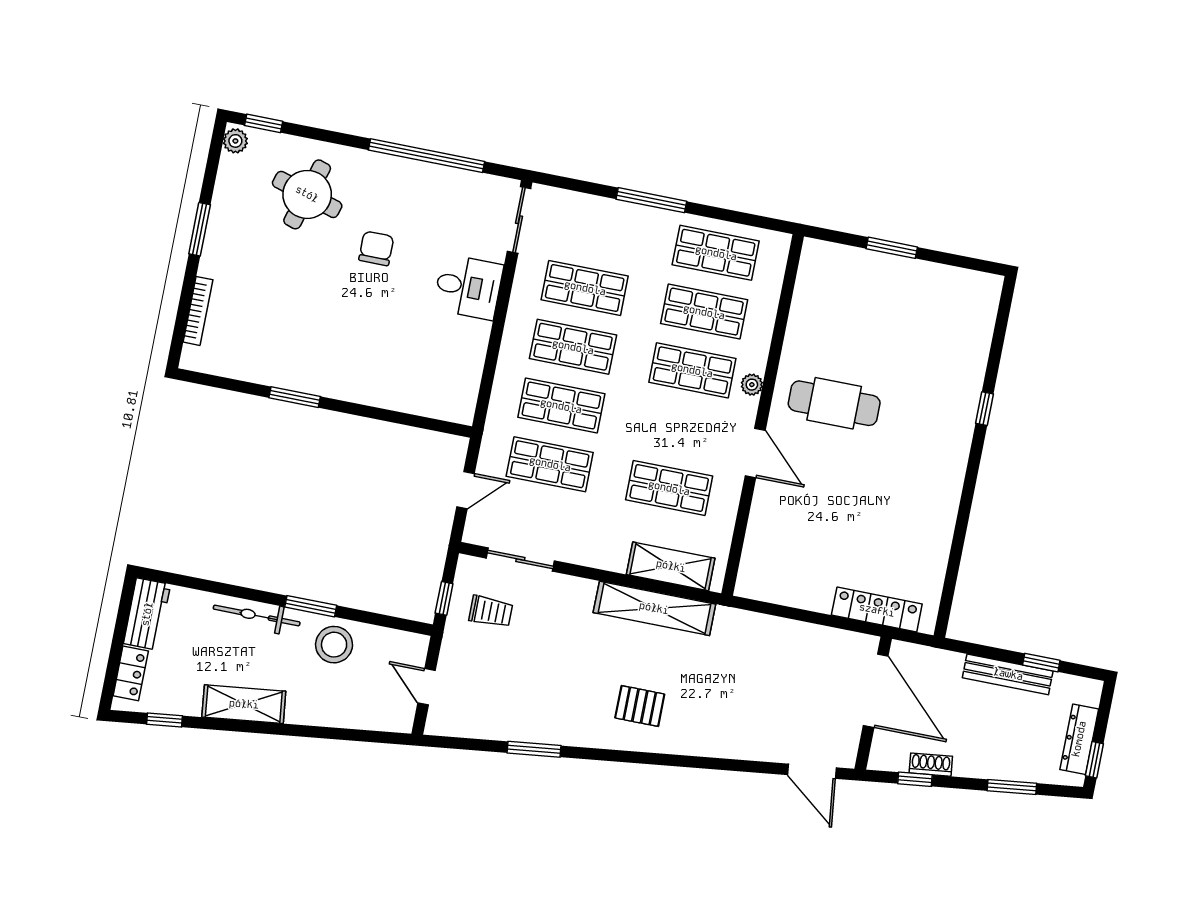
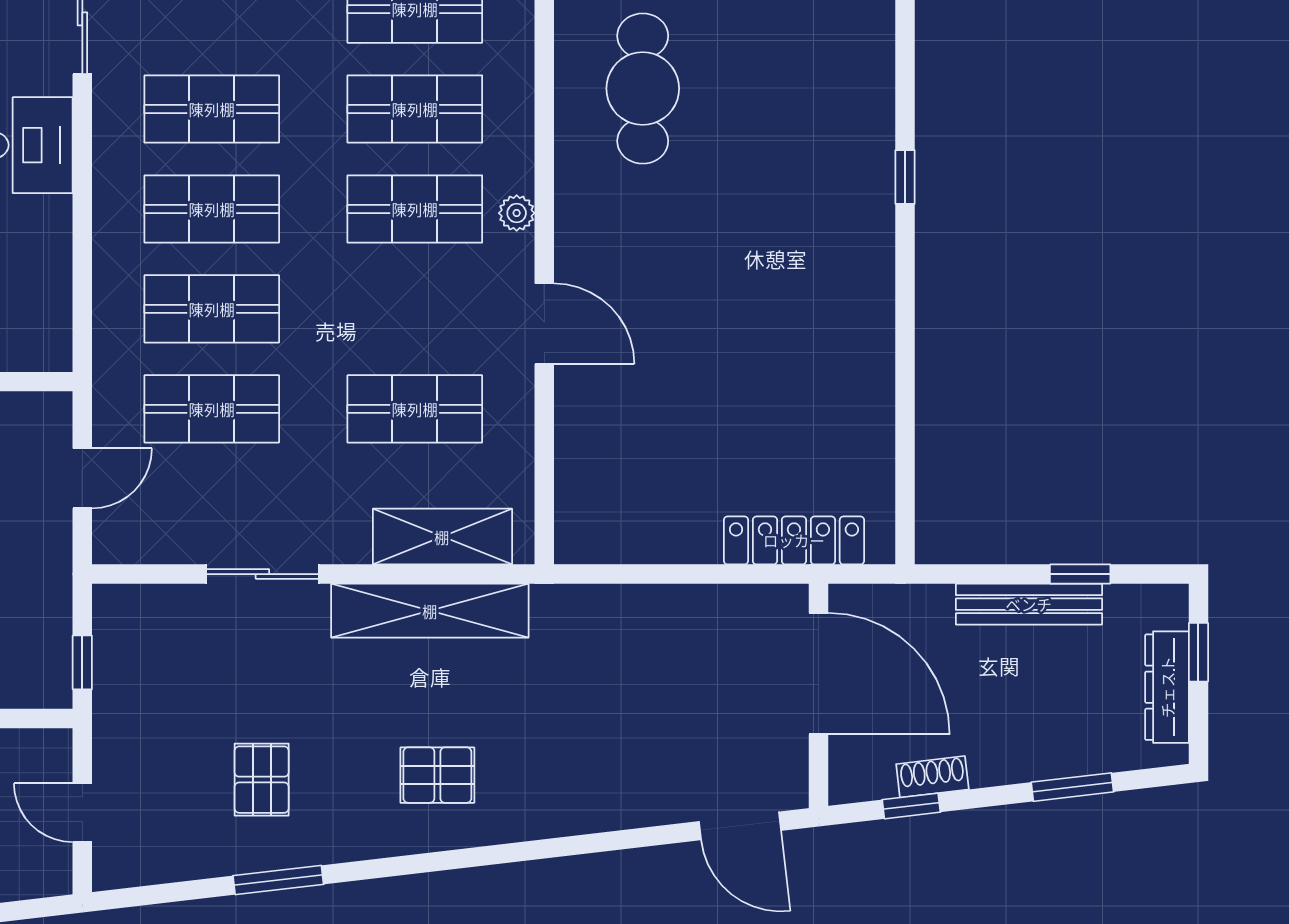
cafe table: (834, 403) -> (643, 89), moved, turned 90
sliding door: (520, 559) -> (262, 574), moved
trolley: (491, 611) -> (163, 669), removed
pallet: (536, 688) -> (262, 780), added
window: (1094, 760) -> (1198, 652), moved

